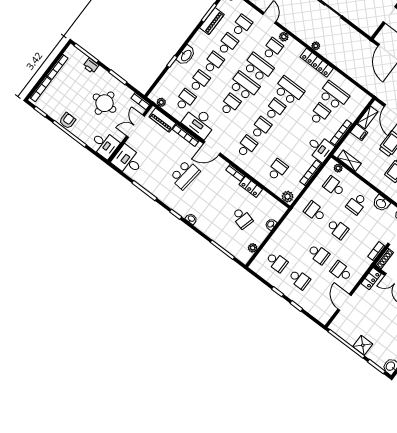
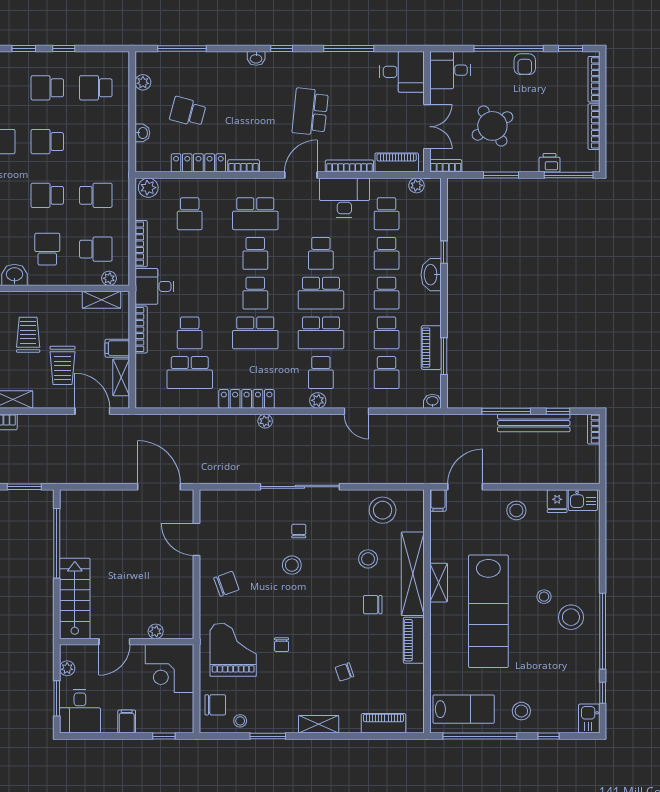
round table: (105, 103) -> (492, 126), turned -31
school desk: (247, 146) -> (255, 214), width x1.85
locker: (251, 187) -> (198, 163), width x1.53

